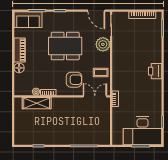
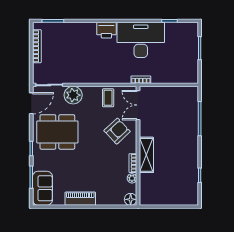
dining table: (65, 46) -> (57, 132), moved, turned 90
floor lamp: (19, 68) -> (131, 199), moved
armchair: (74, 80) -> (117, 131), turned 47
shelving: (37, 103) -> (146, 155), moved
desk: (142, 131) -> (141, 40), moved, turned -90

